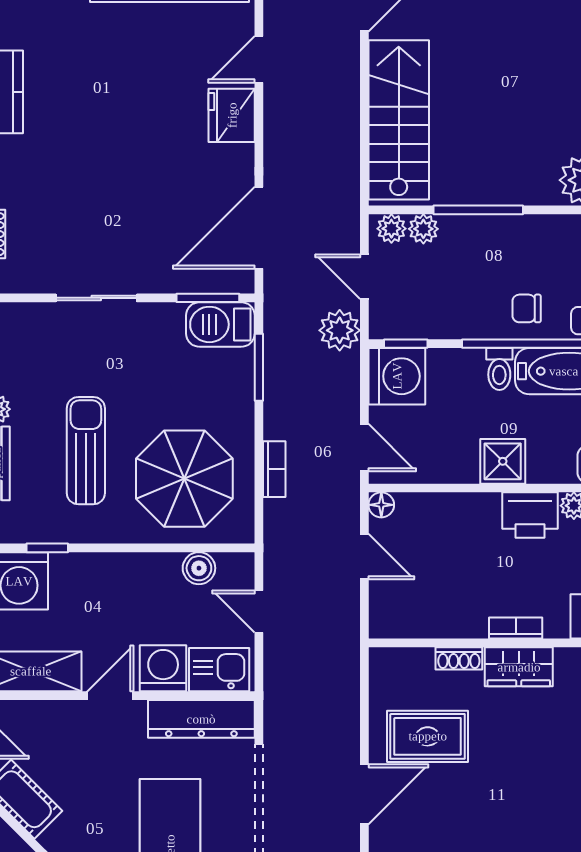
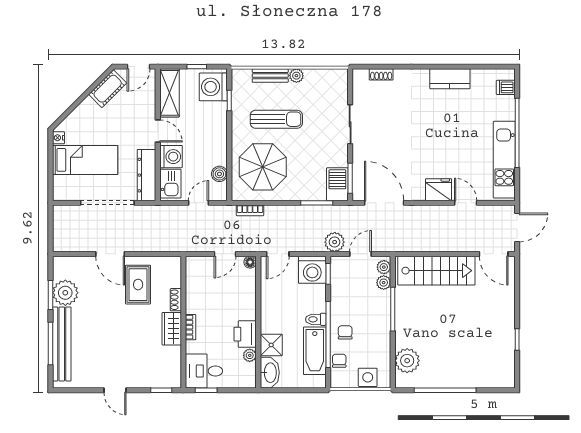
shower: (503, 461) -> (271, 345), moved
bookcase: (274, 469) -> (250, 210), moved

